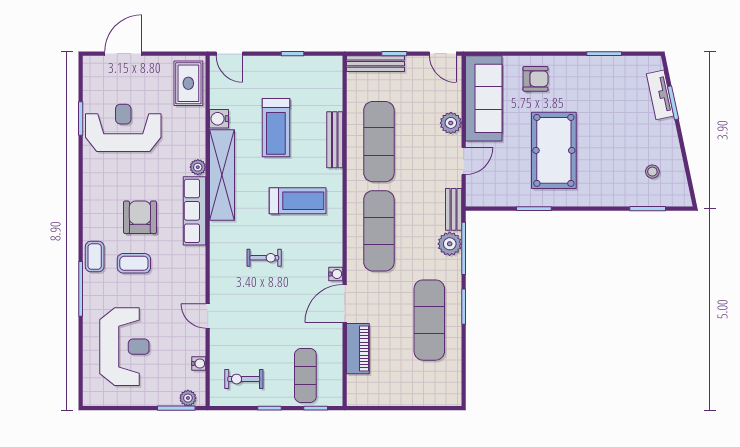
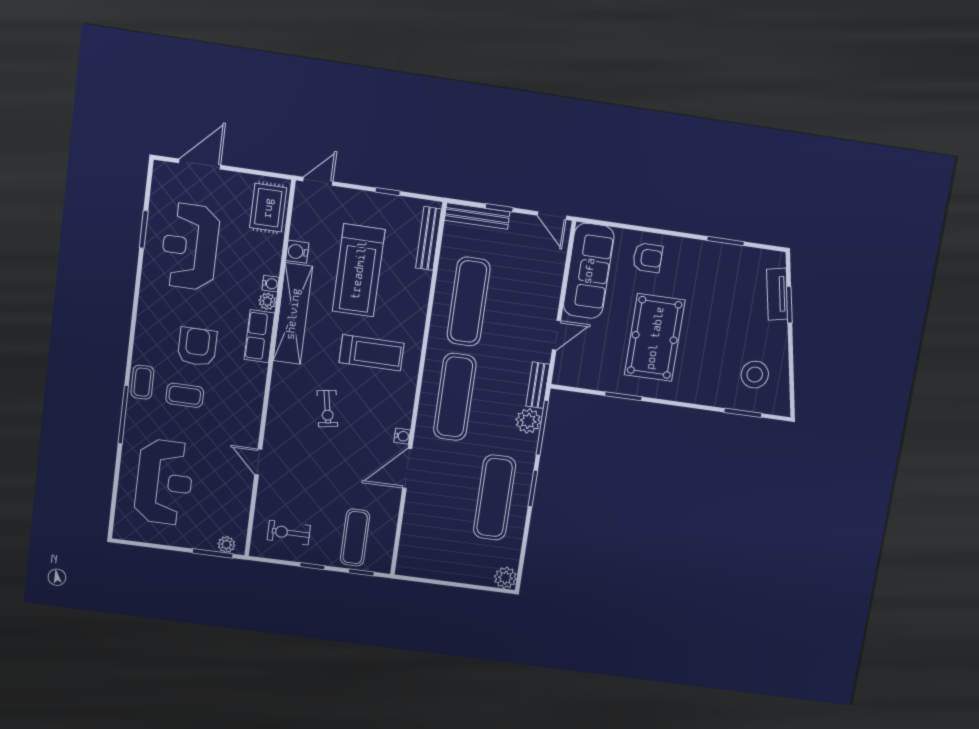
door: (229, 54) -> (318, 181), swing flipped
plant: (451, 123) -> (505, 578), moved
reception desk: (123, 128) -> (190, 247), turned -90
treadmill: (276, 128) -> (359, 270), width x1.37, depth x1.38
bench: (335, 140) -> (429, 238), moved
stool: (652, 172) -> (755, 375), width x1.89, depth x1.89
row of seats: (195, 211) -> (259, 336), width x0.68
exercise bike: (264, 258) -> (327, 409), turned 80
piano: (358, 349) -> (415, 517), removed
water cooler: (199, 364) -> (271, 284), moved

